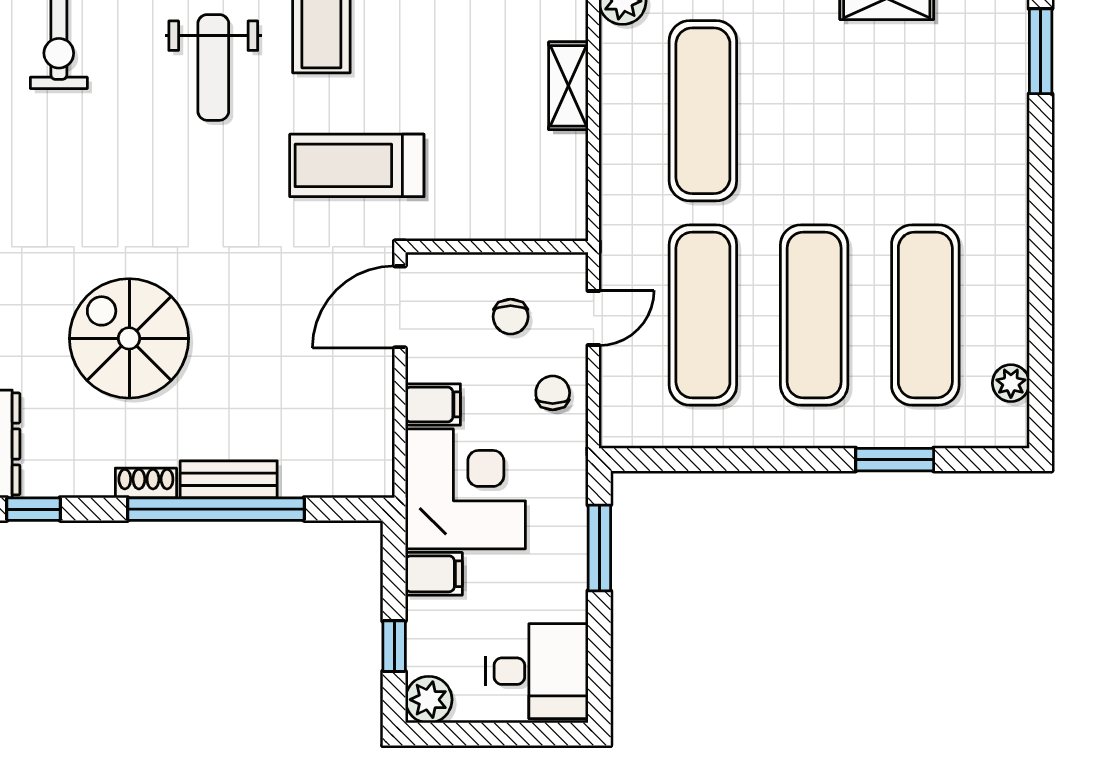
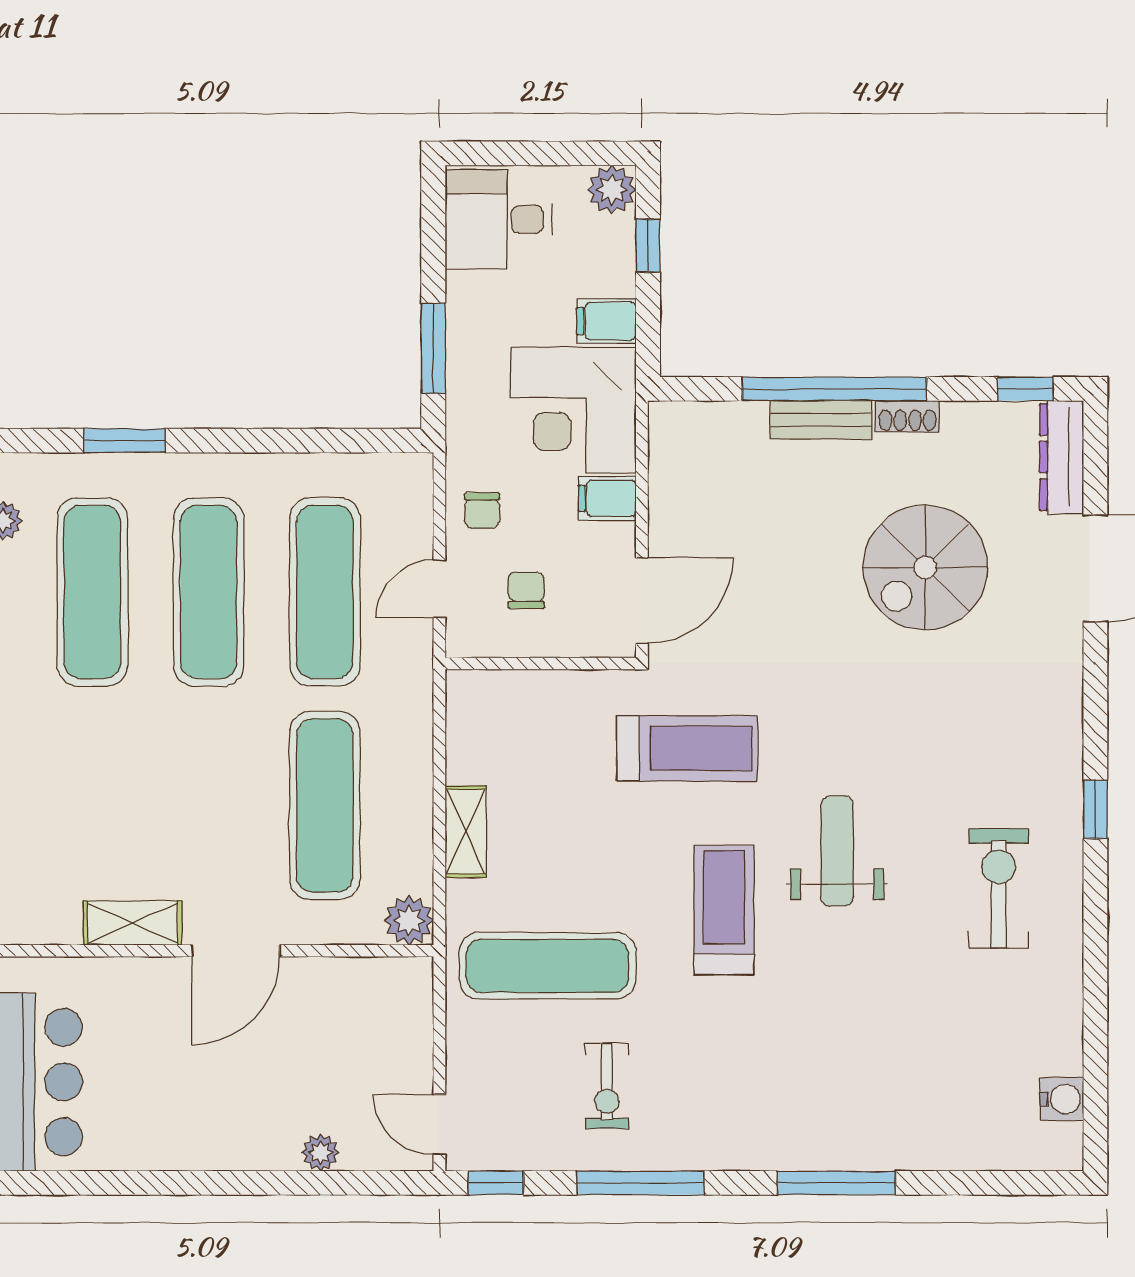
spiral stairs: (129, 338) -> (925, 567), turned 90

